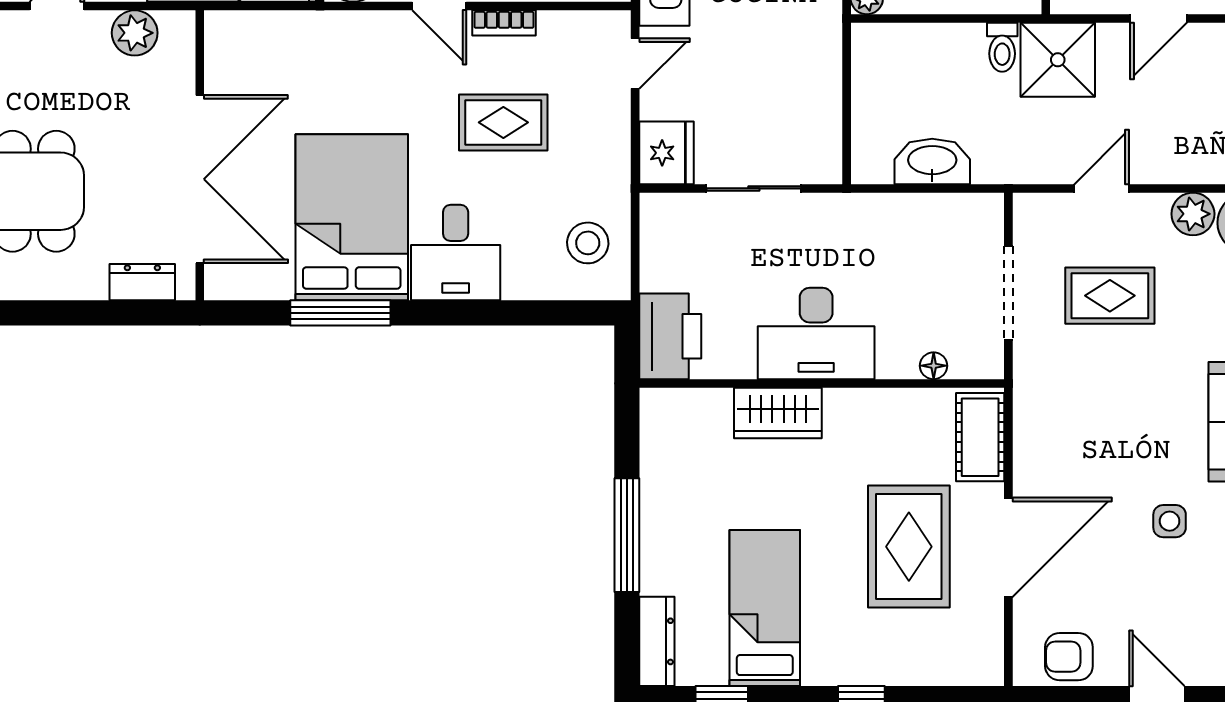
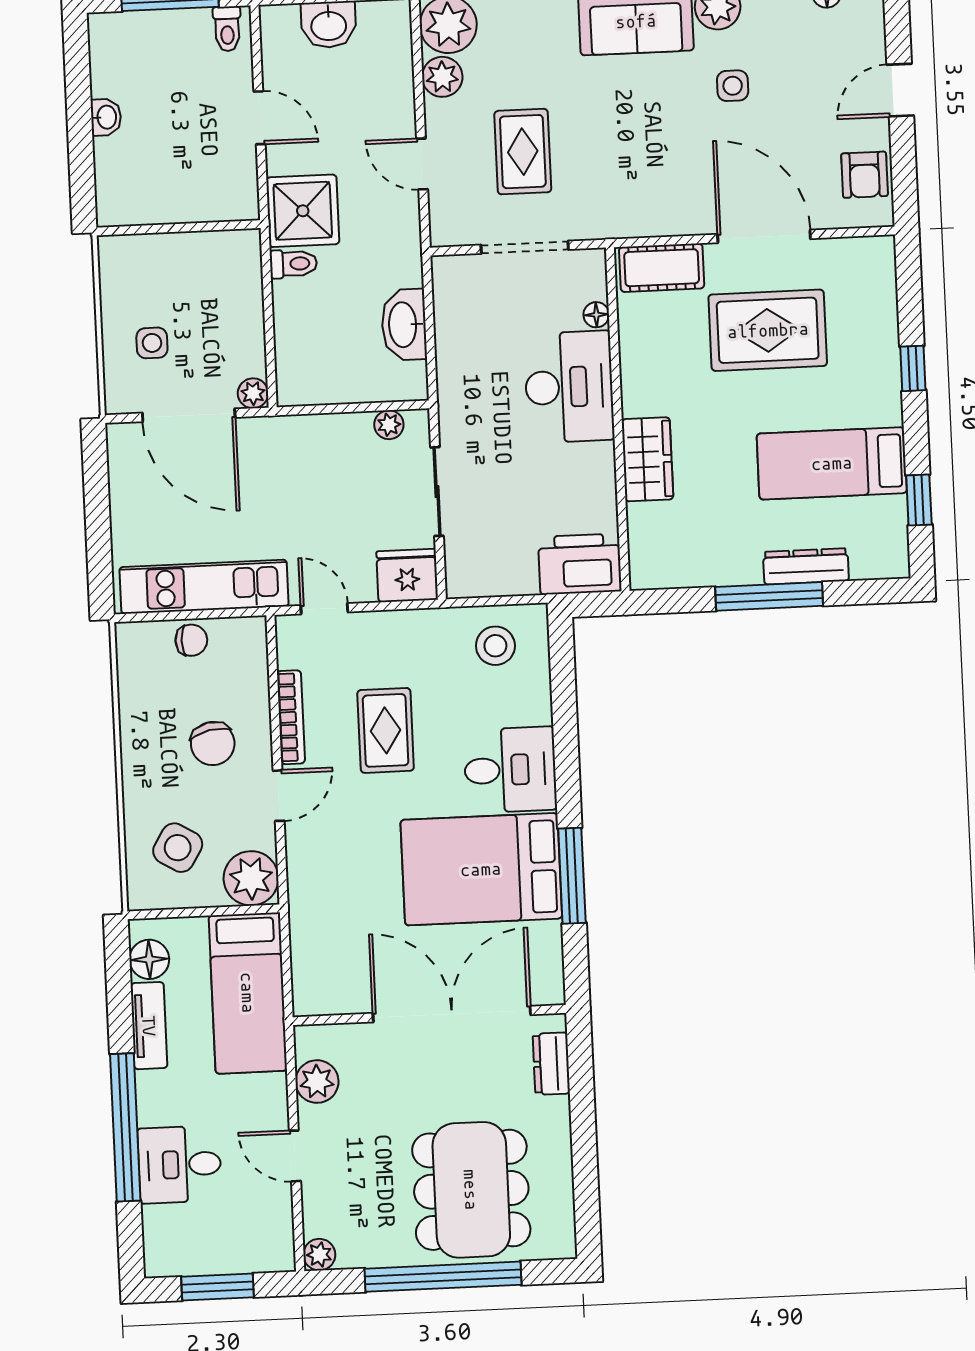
bookcase: (504, 23) -> (291, 717), width x1.56
plant: (827, 141) -> (389, 425), added
desk: (816, 333) -> (569, 387), moved
dresser: (657, 641) -> (806, 566), moved

